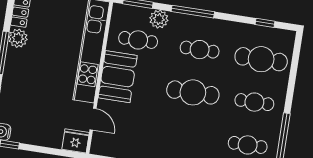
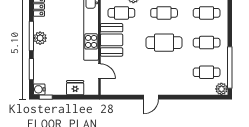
plant: (18, 38) -> (40, 38), moved
cafe table: (261, 59) -> (207, 13), width x0.73, depth x0.74
fridge: (76, 141) -> (75, 88), moved

